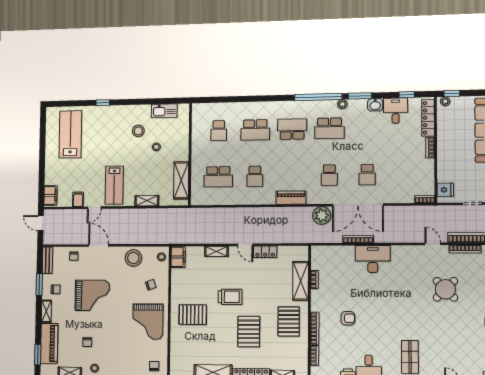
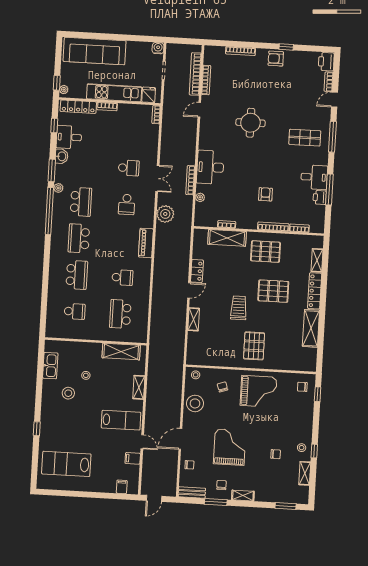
kitchen unit: (445, 154) -> (114, 93), added
school desk: (329, 175) -> (127, 204), turned 90
school desk: (218, 177) -> (120, 314), turned 180
filing cabinet: (50, 195) -> (122, 487), width x0.50
double door: (358, 205) -> (157, 178), width x0.54
plant: (341, 250) -> (200, 197), added
filing cabinet: (178, 257) -> (197, 358), removed
round table: (445, 289) -> (250, 123), moved, turned 45
piano: (49, 343) -> (275, 494), removed

